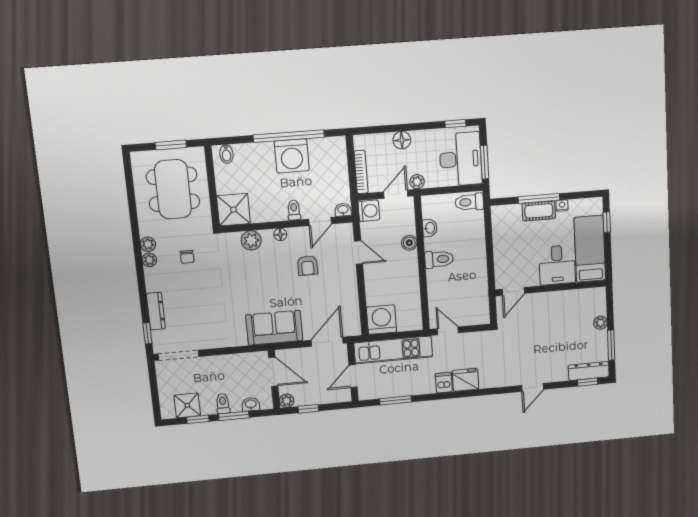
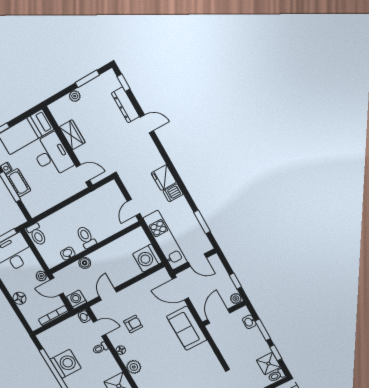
desk: (557, 265) -> (52, 155), width x1.37
wardrobe: (561, 300) -> (72, 135), added
dresser: (589, 371) -> (125, 105), moved
toilet: (223, 404) -> (277, 375), moved

